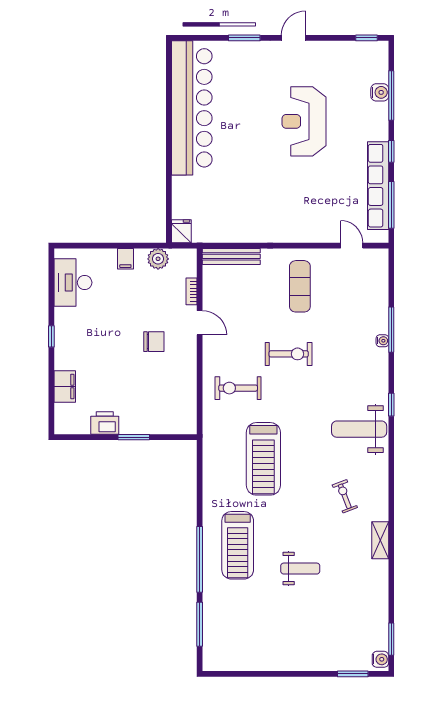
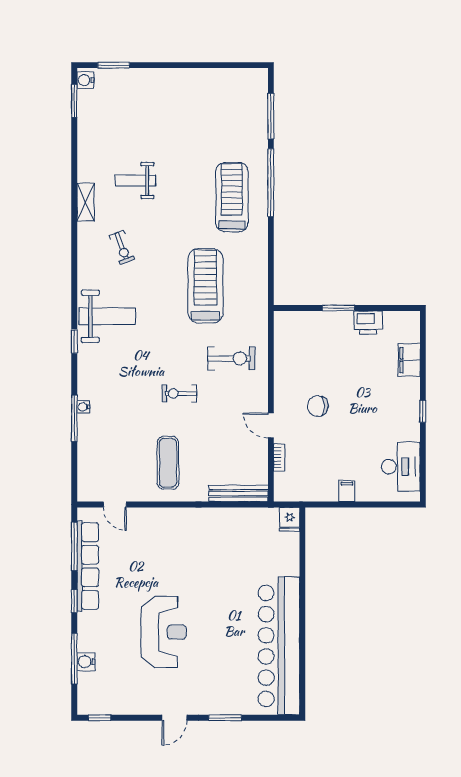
plant: (158, 259) -> (313, 491), removed
exercise bike: (289, 354) -> (179, 393), width x0.73, depth x0.72
weight bench: (300, 569) -> (135, 181), moved

